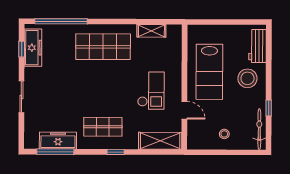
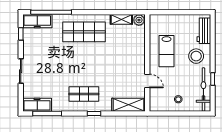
plant: (174, 32) -> (139, 20), added
freezer: (33, 48) -> (37, 21), moved, turned 90
lab bench: (209, 72) -> (167, 51), width x0.73, depth x0.72
checkout: (151, 91) -> (121, 66), removed
bicycle: (259, 129) -> (203, 90), width x1.37, depth x1.40
freezer: (58, 140) -> (37, 105), moved

